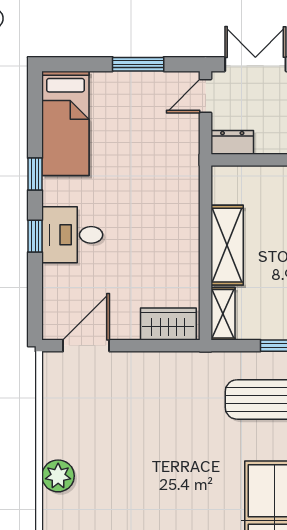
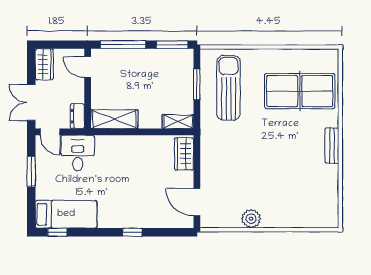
window: (35, 174) -> (57, 232), moved
desk: (72, 235) -> (78, 153), moved, turned 180
shelving: (227, 245) -> (114, 119), moved
plant: (58, 476) -> (251, 219), moved

